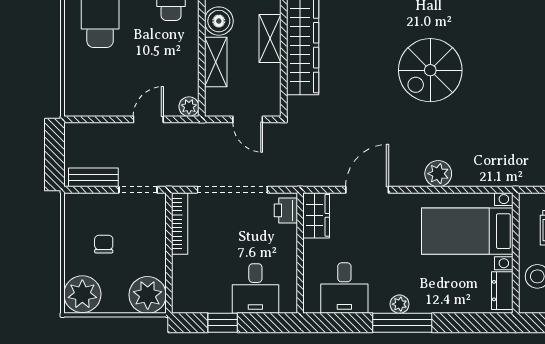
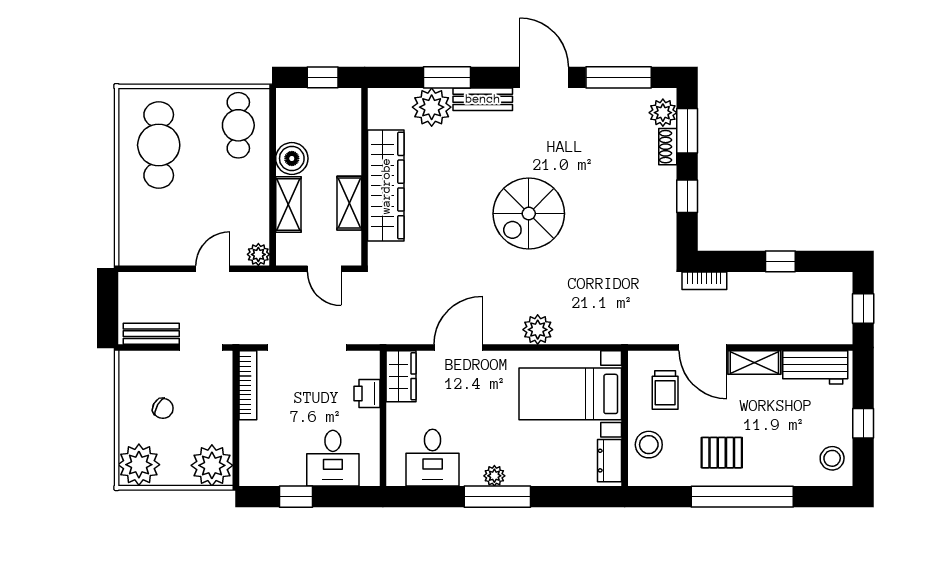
shelving: (270, 39) -> (349, 203), moved
printer: (286, 210) -> (367, 393), moved
chair: (104, 244) -> (163, 408), turned 120

